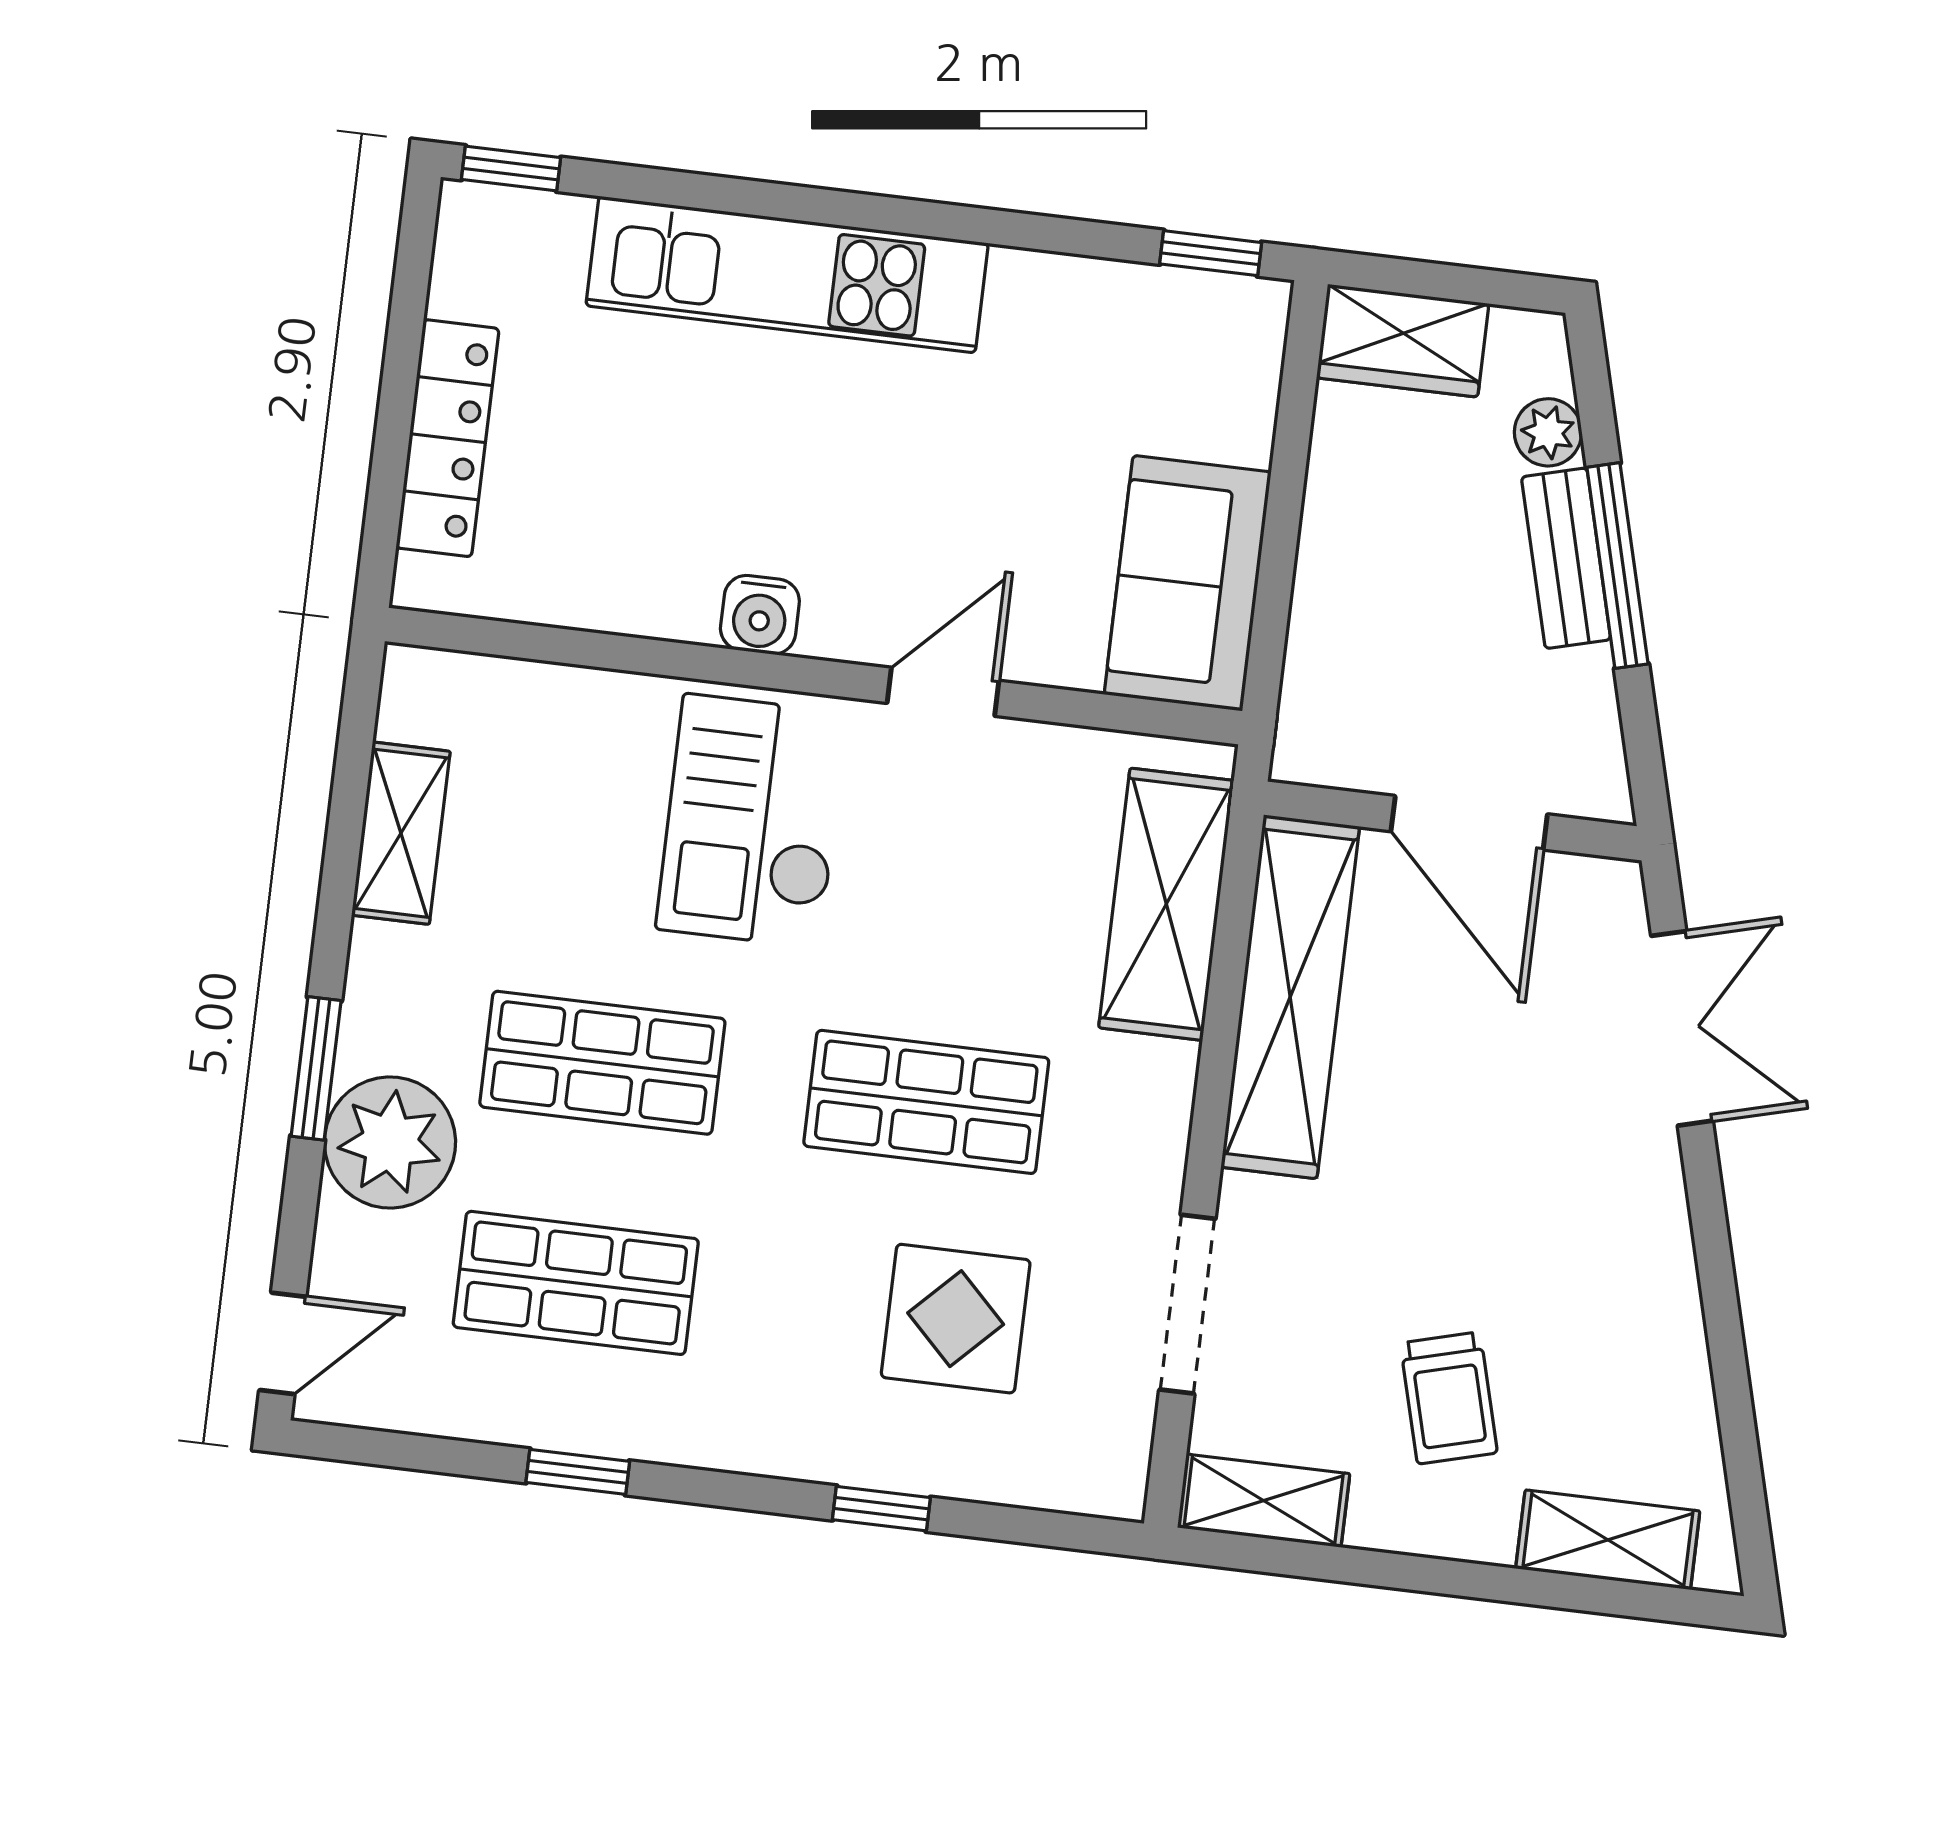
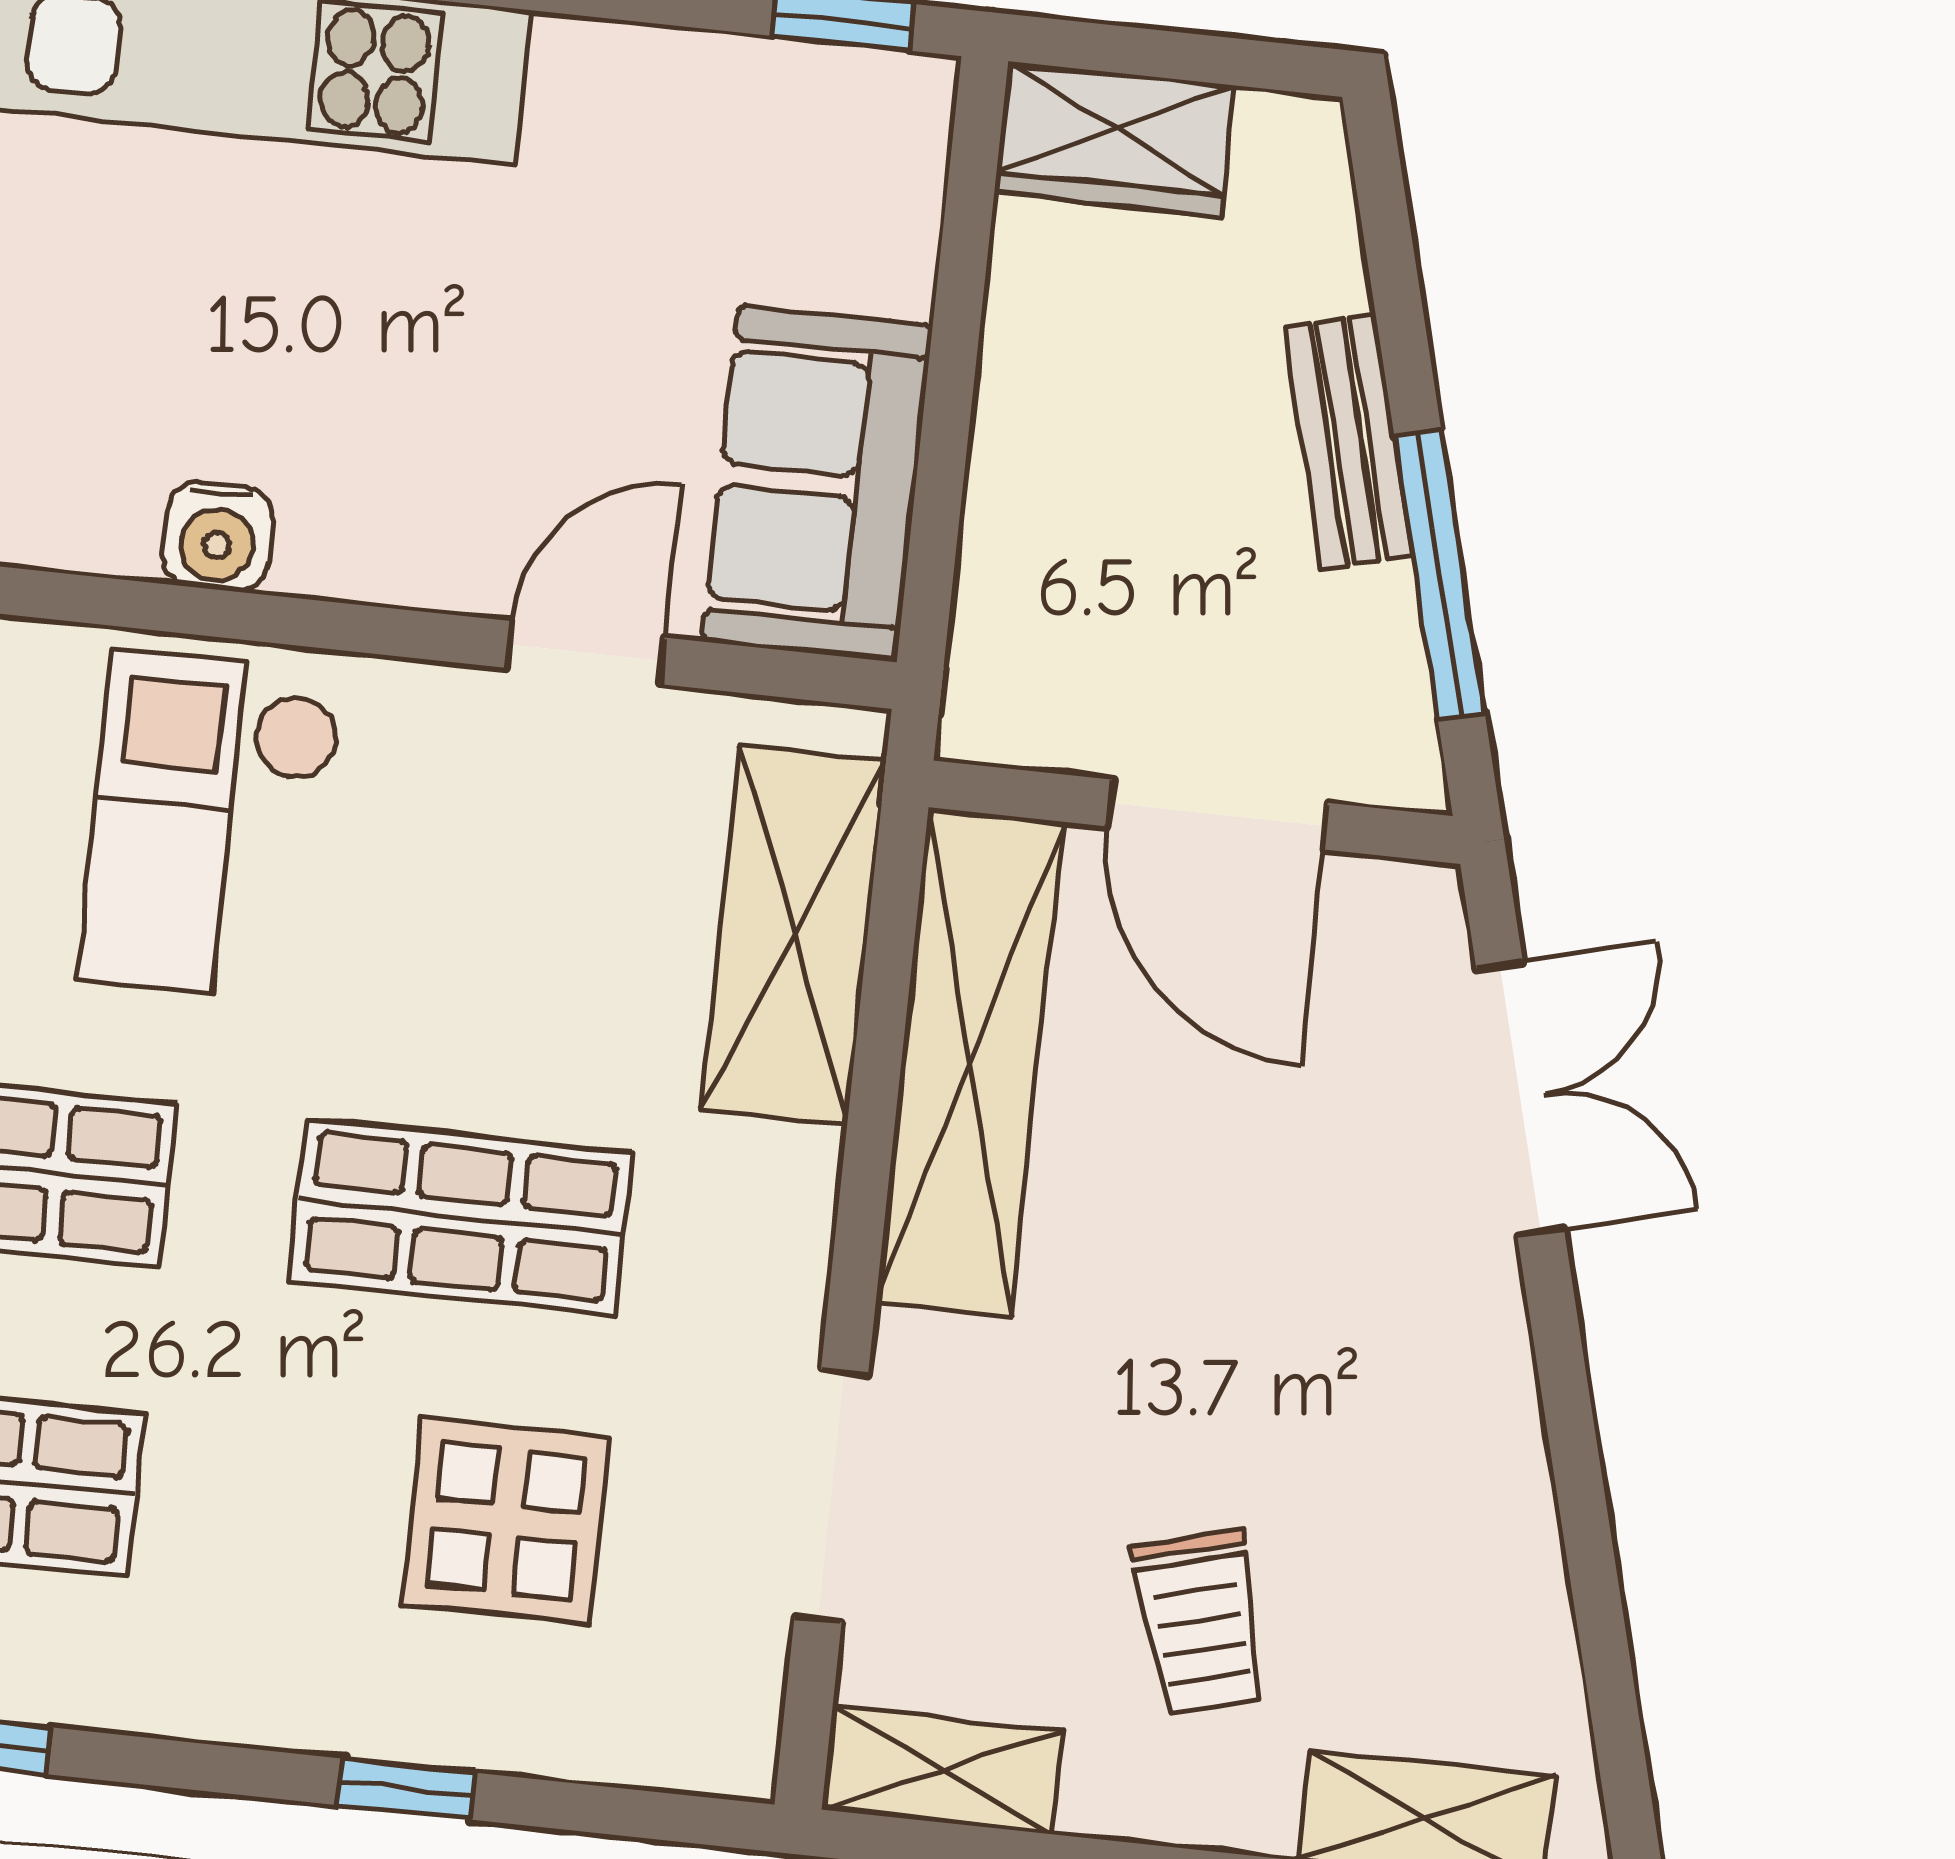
plant: (1548, 432) -> (1320, 265), removed
window: (1617, 566) -> (1440, 574), moved
door: (943, 692) -> (586, 653), moved

